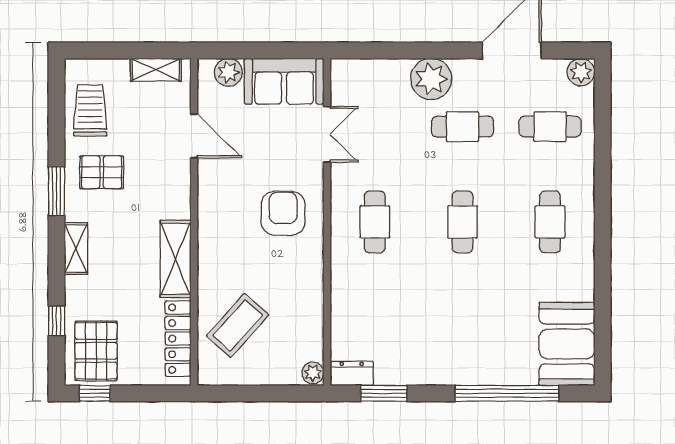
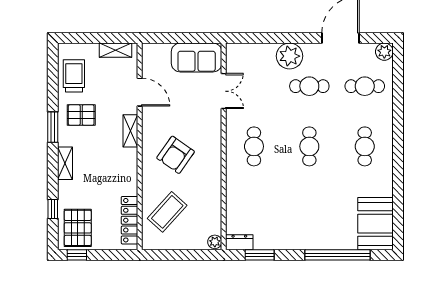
plant: (228, 72) -> (161, 52), removed
armchair: (283, 213) -> (176, 155), moved, turned -145
shelving: (176, 259) -> (130, 131), moved, width x0.67, depth x0.75

